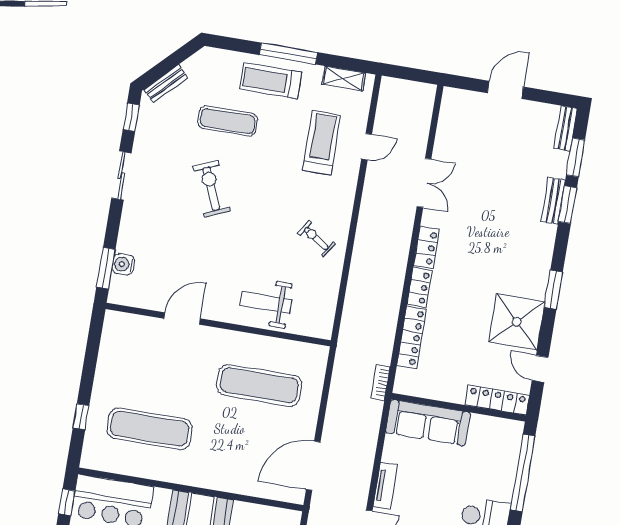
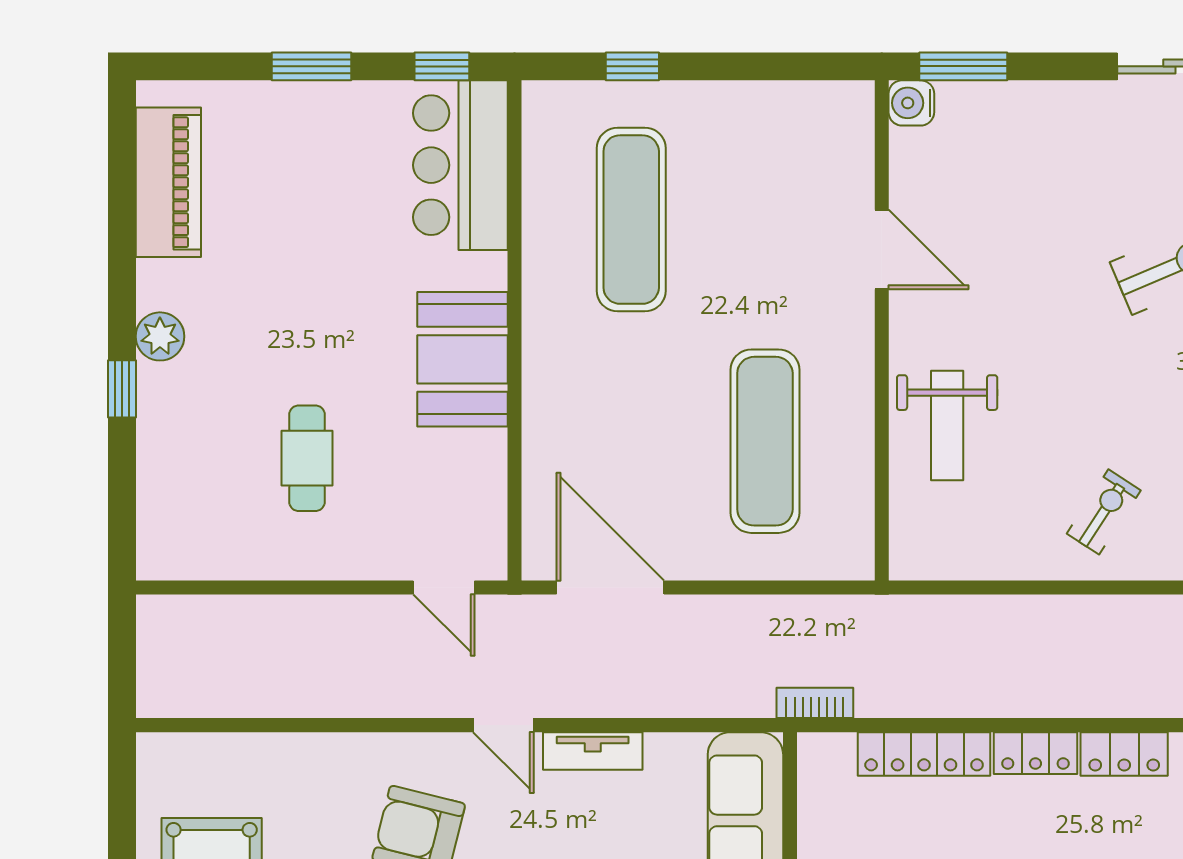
water cooler: (123, 264) -> (911, 103), moved, turned -90
weight bench: (266, 302) -> (947, 425), turned 180

